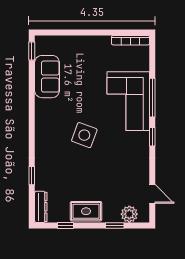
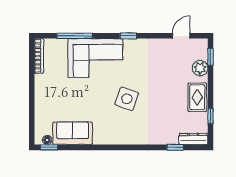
floor lamp: (40, 49) -> (47, 140), added
window: (152, 98) -> (75, 36), moved
window: (32, 176) -> (175, 147), moved
plant: (129, 214) -> (200, 68), moved
window: (115, 225) -> (210, 57), moved

